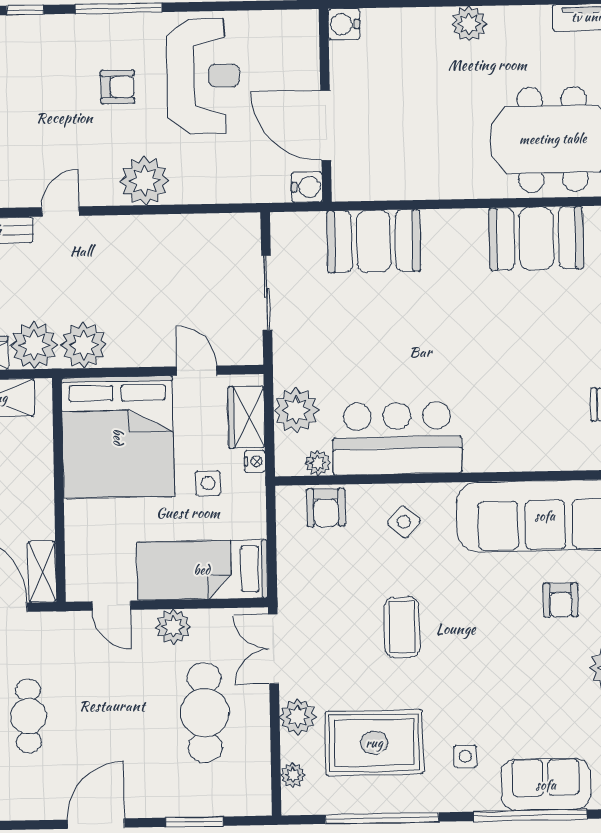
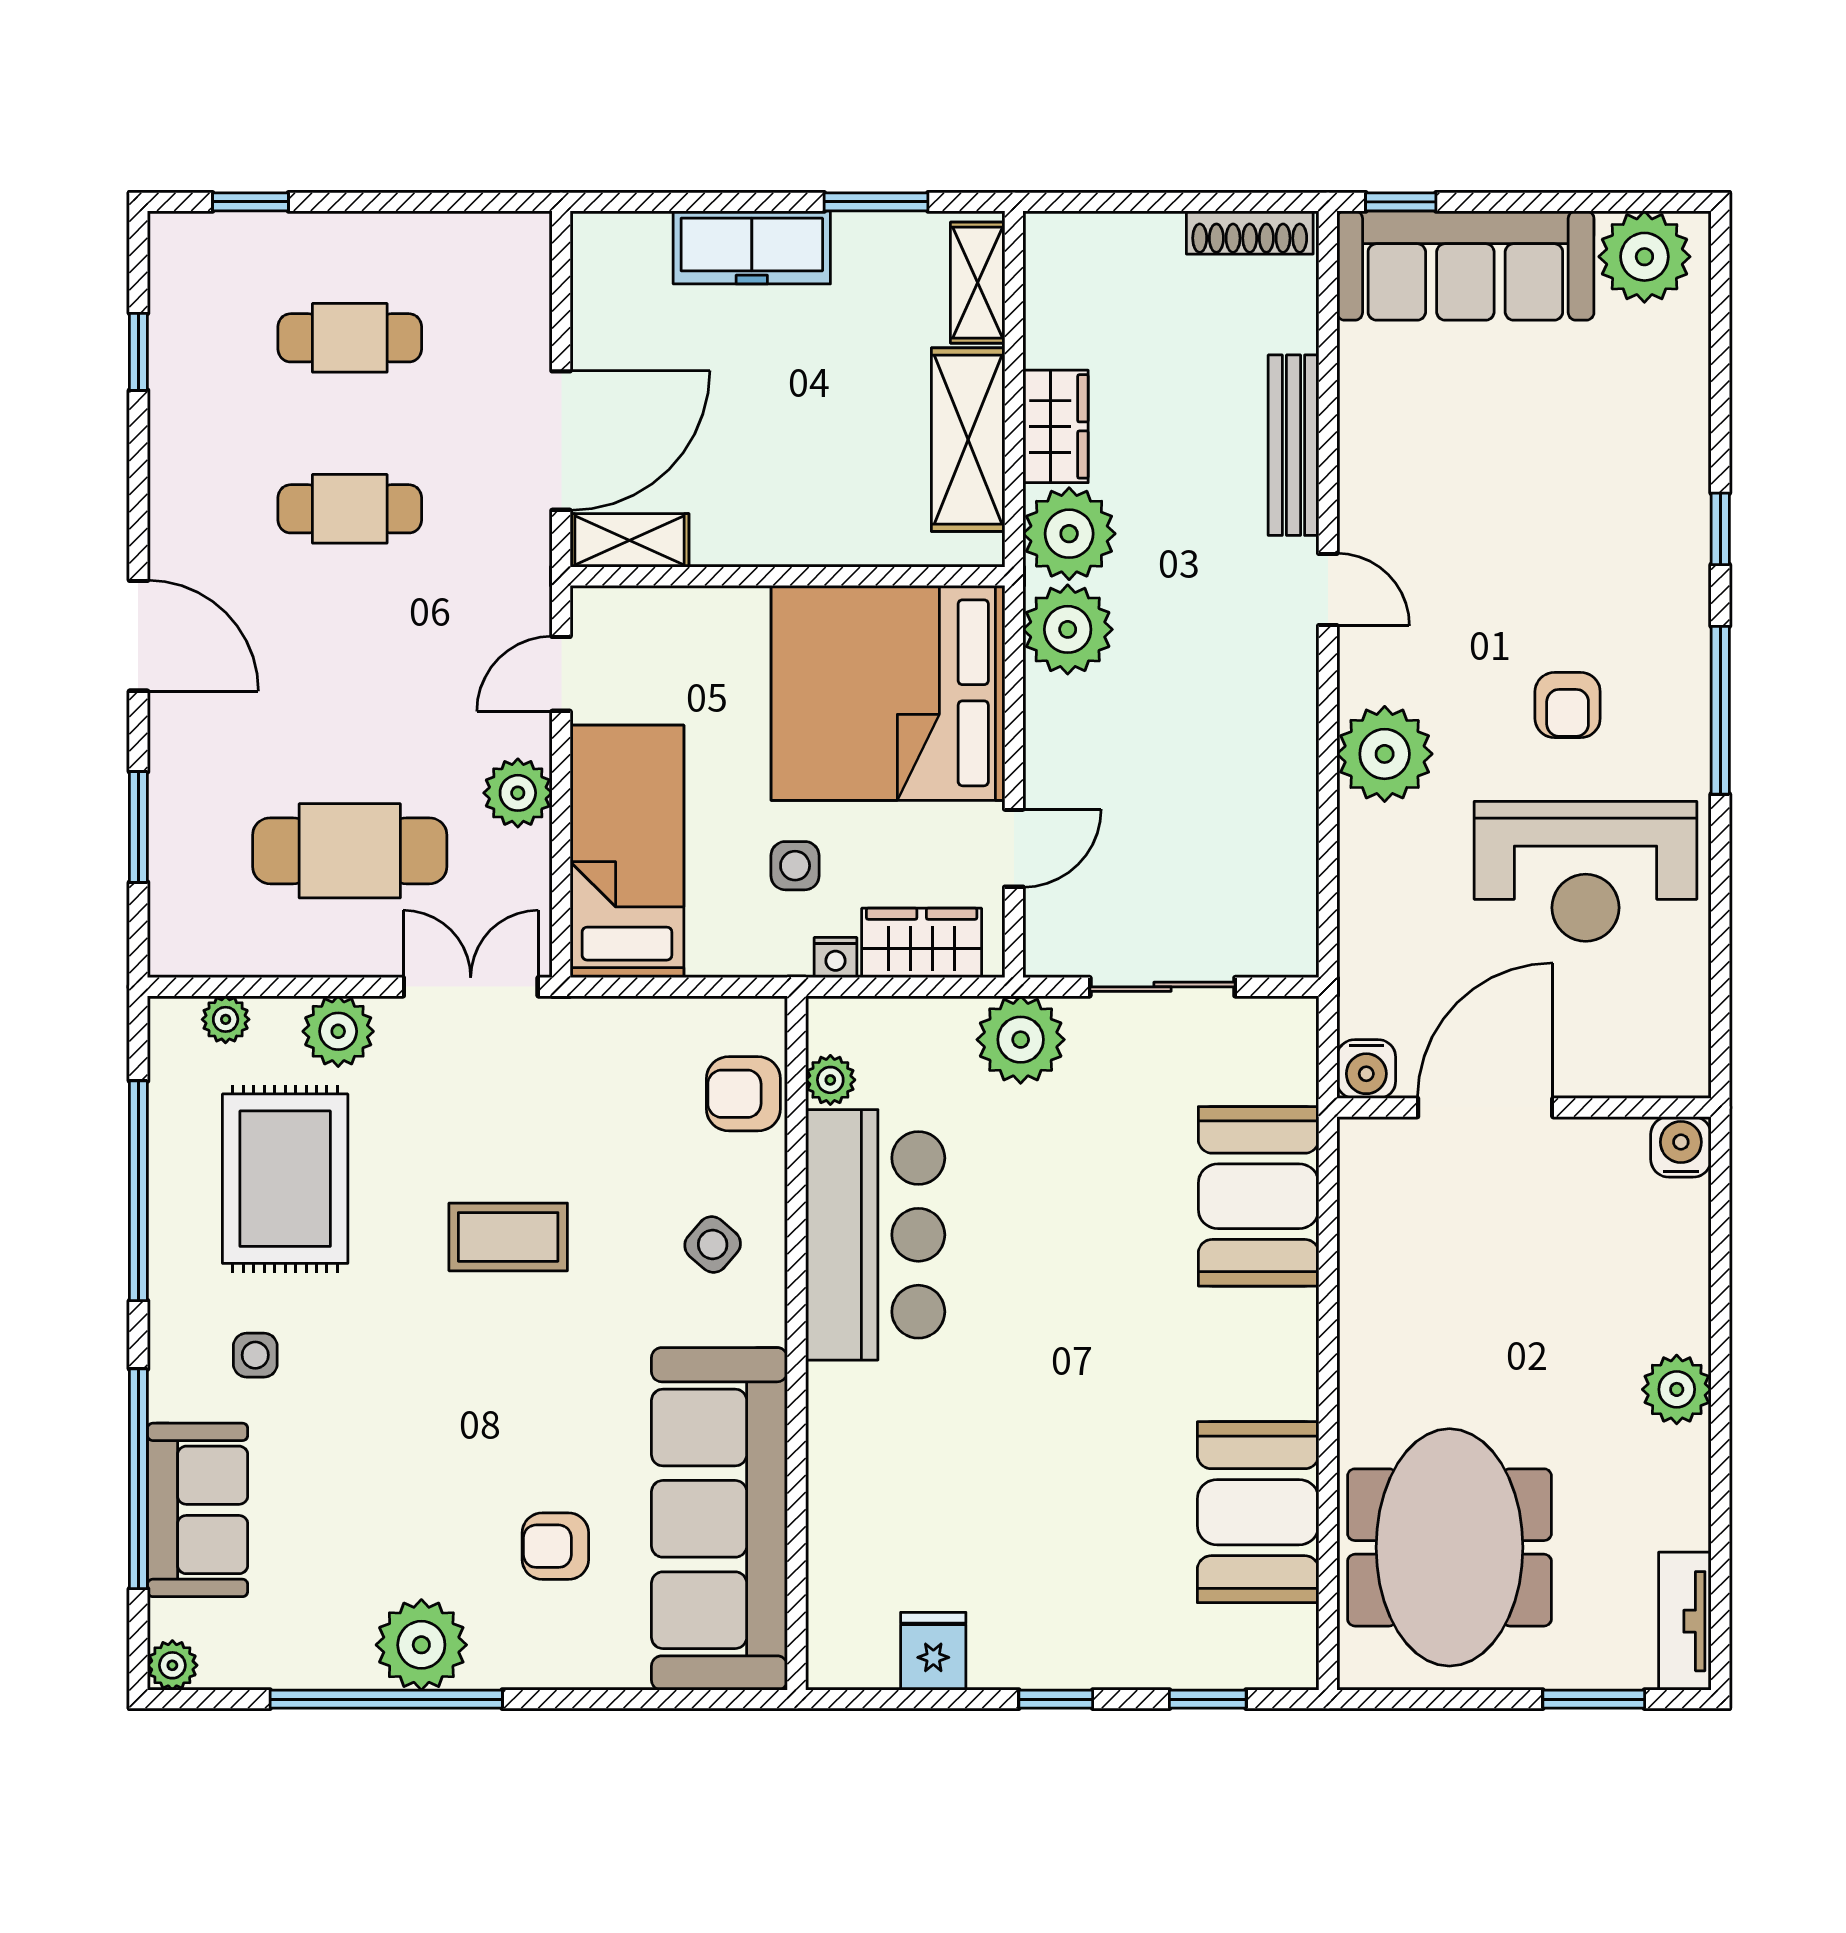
plant: (296, 410) -> (1021, 1040), moved

